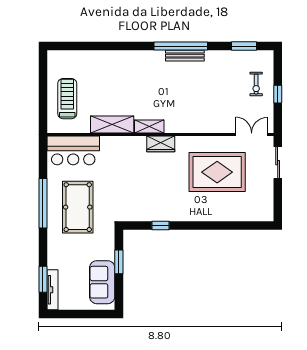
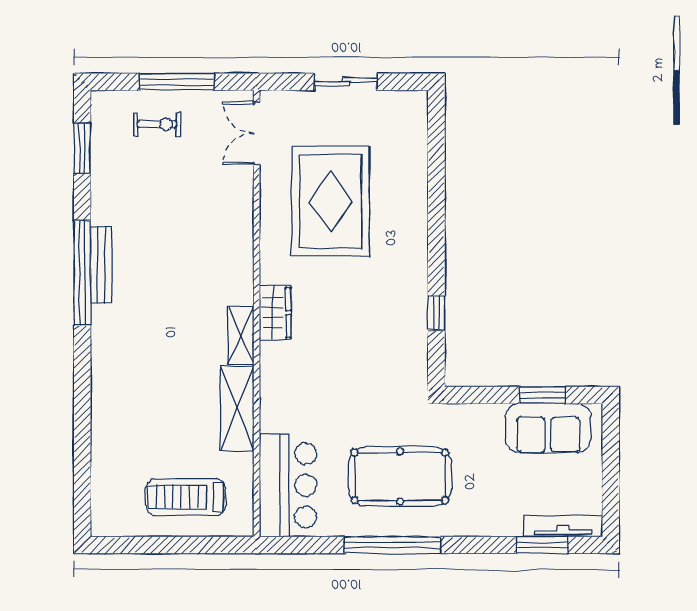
window: (278, 94) -> (177, 82), width x2.17
sliding door: (278, 163) -> (346, 82), moved
window: (119, 262) -> (542, 395), moved

